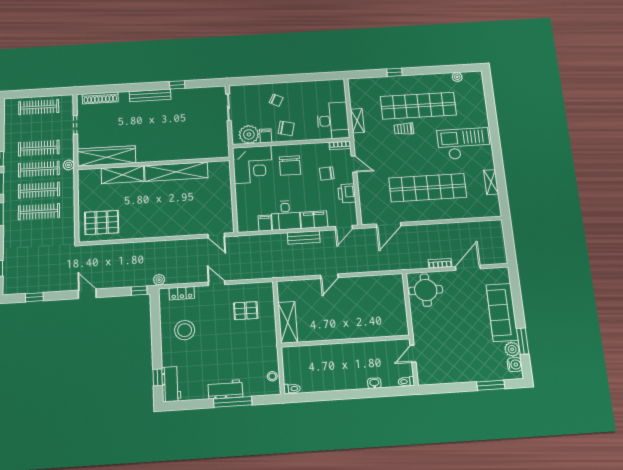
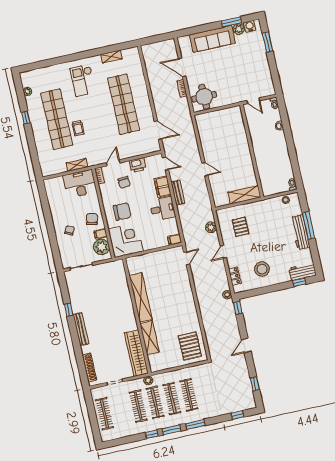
window: (394, 72) -> (26, 118), moved
checkout: (464, 144) -> (83, 80), width x0.73, depth x0.83
filing cabinet: (265, 223) -> (175, 240), moved
plant: (252, 272) -> (211, 227), added
workbench: (225, 389) -> (300, 232), width x1.38

